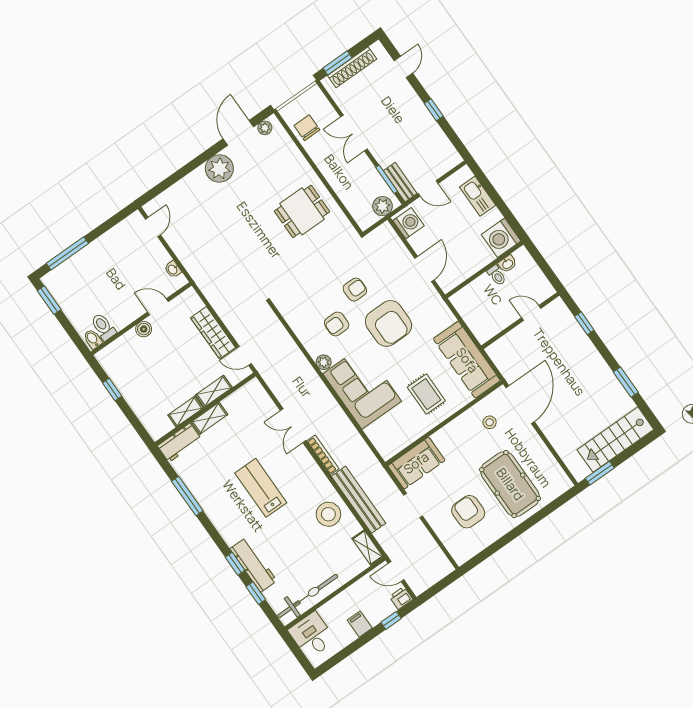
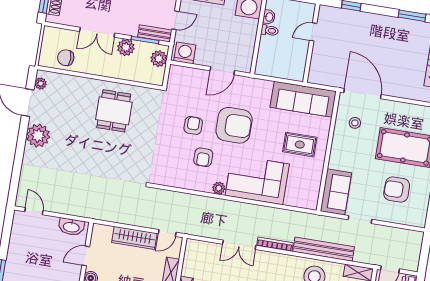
plant: (365, 169) -> (126, 47), added
washbasin: (173, 269) -> (71, 227), width x1.91, depth x1.45
door: (424, 269) -> (222, 71), swing flipped

